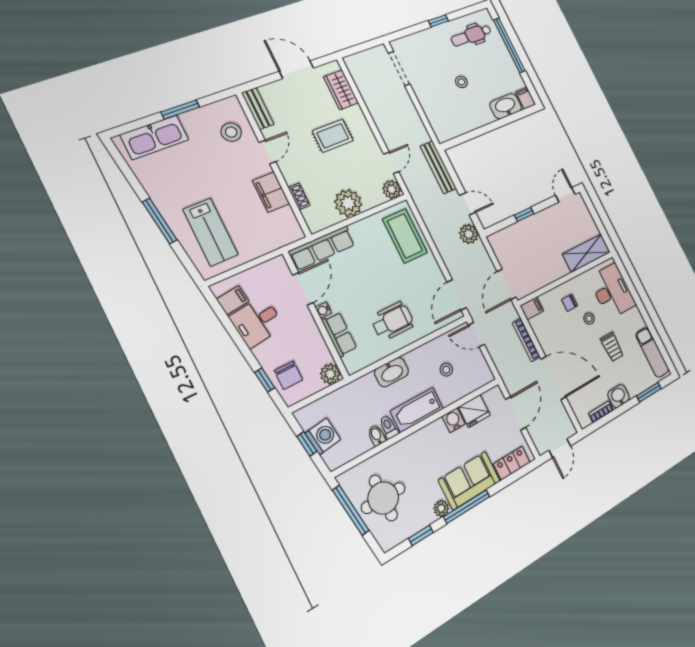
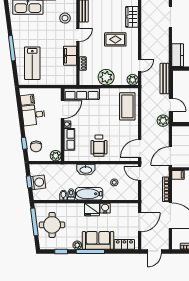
kitchen counter: (439, 123) -> (178, 55), added
wheelchair: (393, 321) -> (99, 146), turned 90
fridge: (474, 411) -> (92, 210), moved

